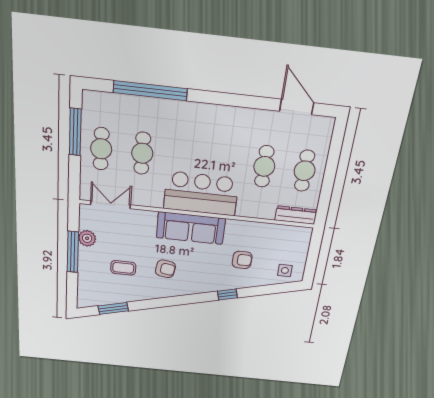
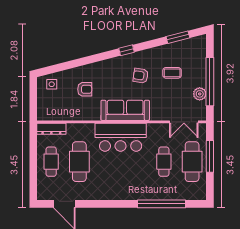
window: (75, 132) -> (210, 156), moved
cafe table: (101, 149) -> (192, 162), width x1.37, depth x1.35
cafe table: (264, 166) -> (79, 162), width x1.37, depth x1.35
window: (73, 252) -> (210, 82), width x1.46
armchair: (242, 260) -> (85, 89), turned 180
window: (227, 295) -> (126, 50), moved

